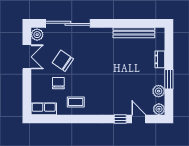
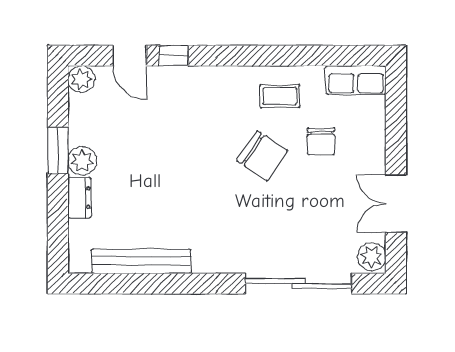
chair: (63, 61) -> (262, 156), moved
plant: (159, 91) -> (82, 161), moved

